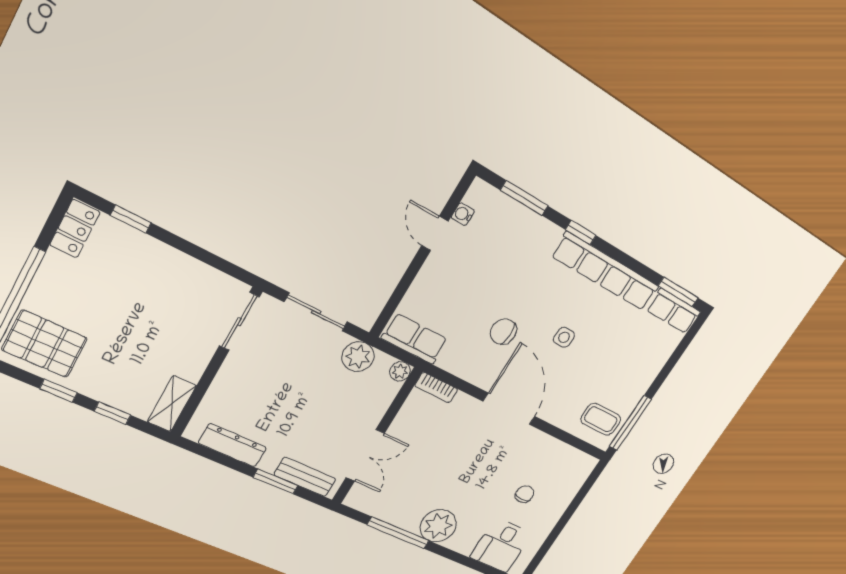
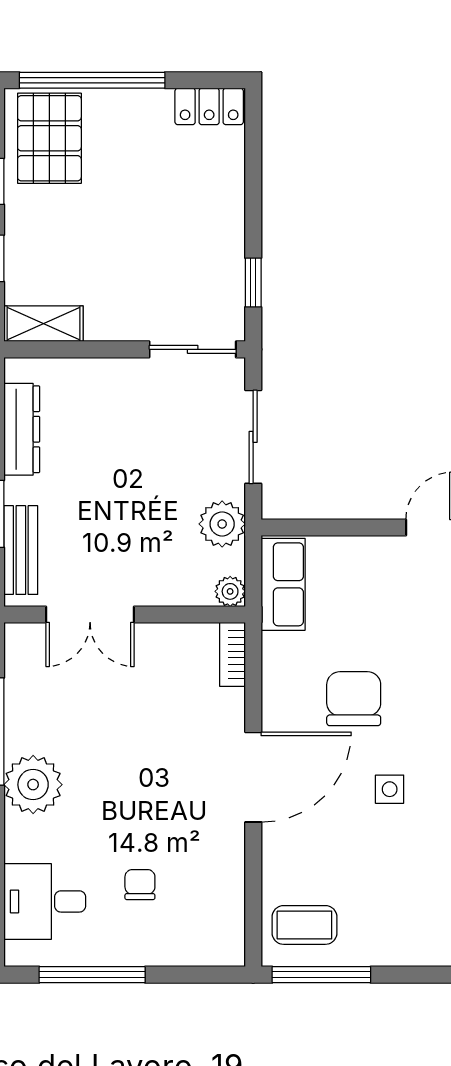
window: (131, 219) -> (253, 283), moved
chair: (503, 332) -> (354, 699), width x1.37, depth x1.37
coffee table: (601, 419) -> (304, 925), turned 90
chair: (524, 494) -> (140, 885), turned -90
window: (552, 538) -> (92, 975), added

